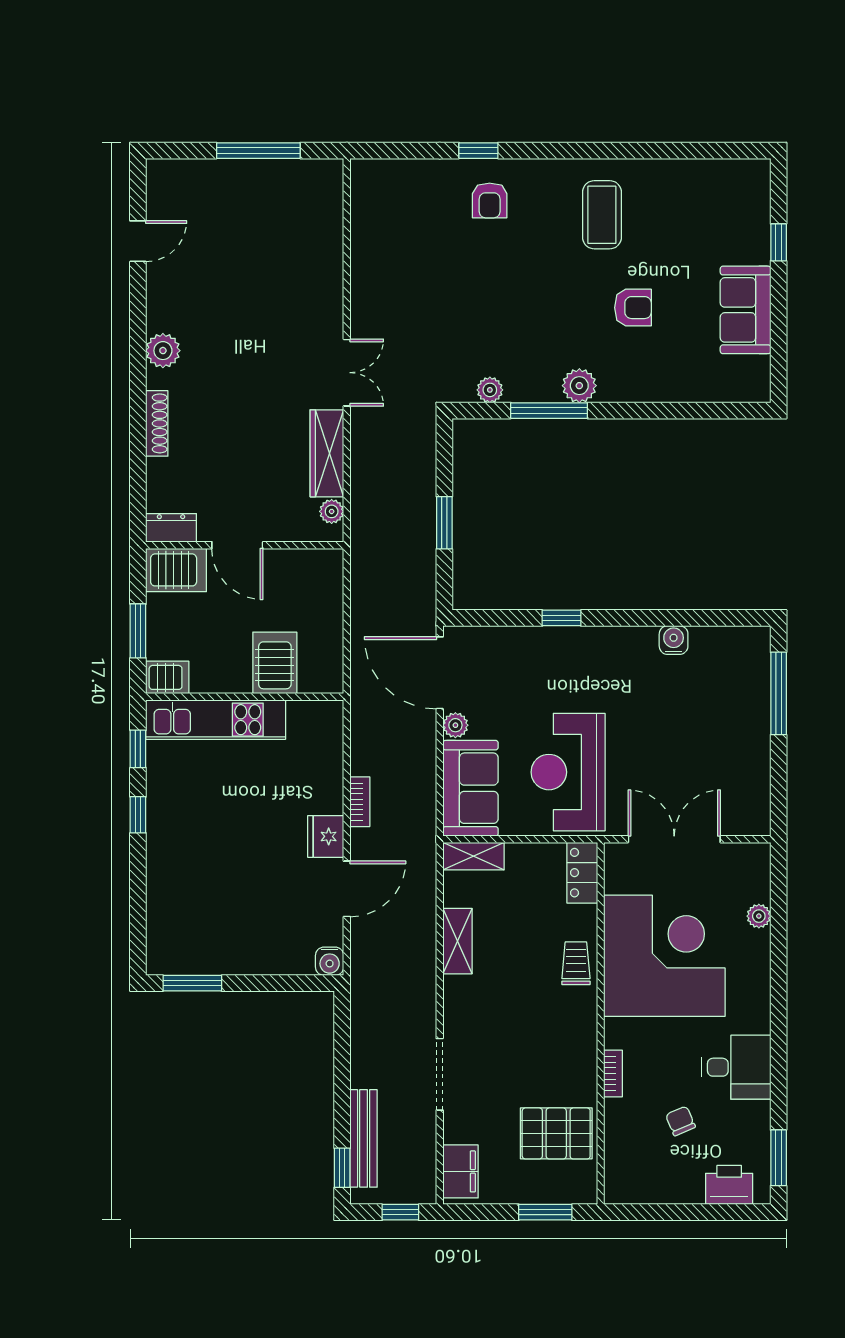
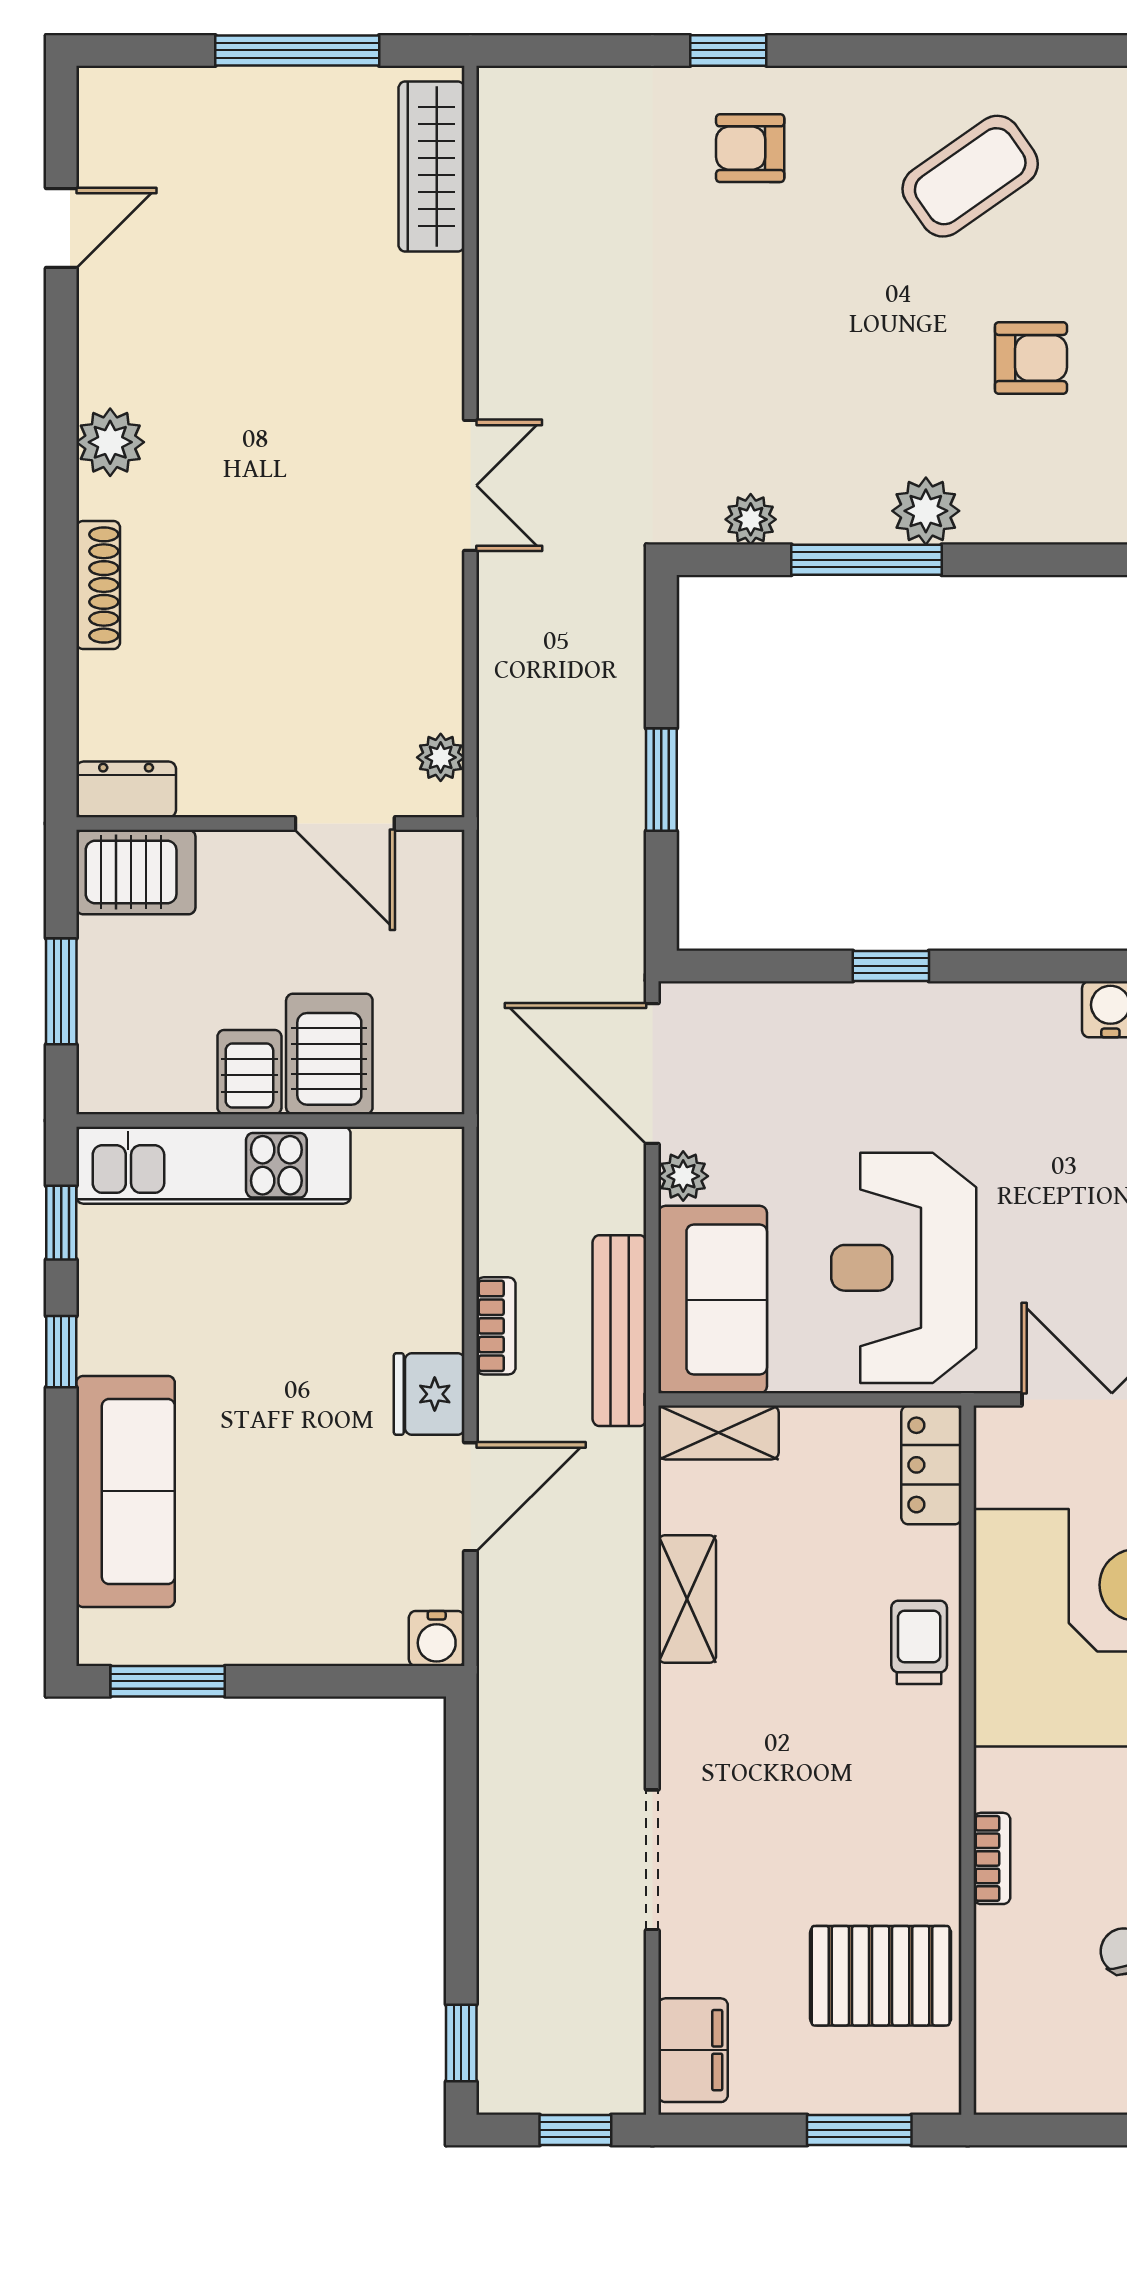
armchair: (490, 200) -> (750, 148), turned 90
coffee table: (602, 215) -> (970, 176), turned 55
wardrobe: (327, 453) -> (431, 167), moved
door: (237, 545) -> (345, 823), moved
server rack: (167, 677) -> (249, 1072), moved, turned -90
sofa: (171, 886) -> (126, 1491), added
bench: (364, 1138) -> (619, 1331), moved

